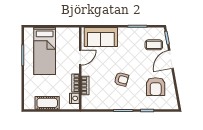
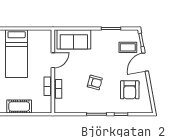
nightstand: (74, 98) -> (47, 102), removed

